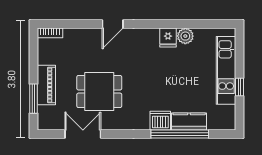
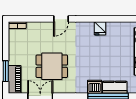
plant: (185, 36) -> (112, 27), removed
piano: (46, 85) -> (15, 79), moved

